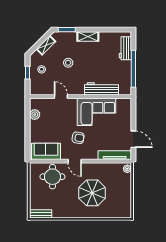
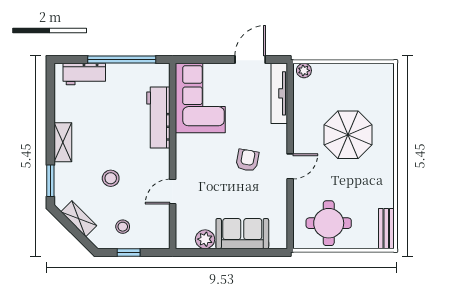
corner sofa: (96, 112) -> (200, 98), moved
sofa: (46, 151) -> (242, 234), moved, turned 90
round table: (52, 177) -> (329, 223), moved

